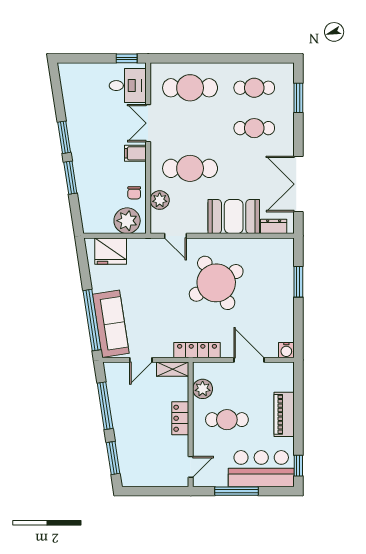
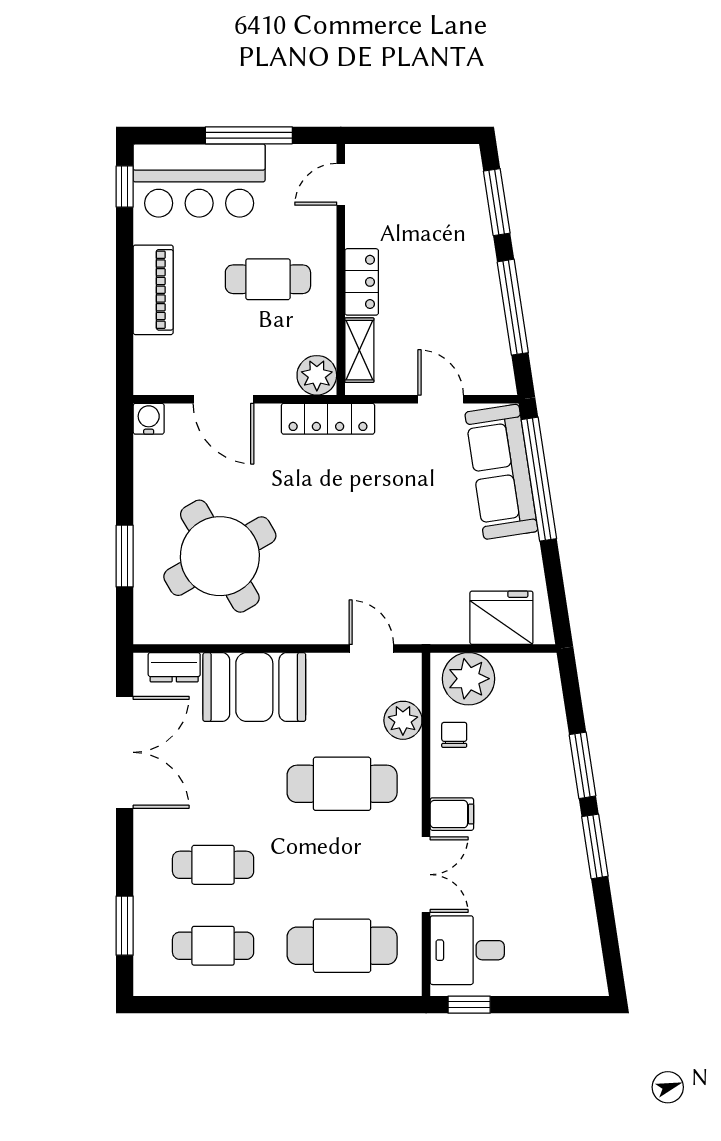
round table: (216, 283) -> (220, 556), moved
door: (141, 360) -> (441, 399), hinge flipped
shelving: (173, 369) -> (359, 350), moved, turned 90
plant: (203, 389) -> (317, 375), moved

